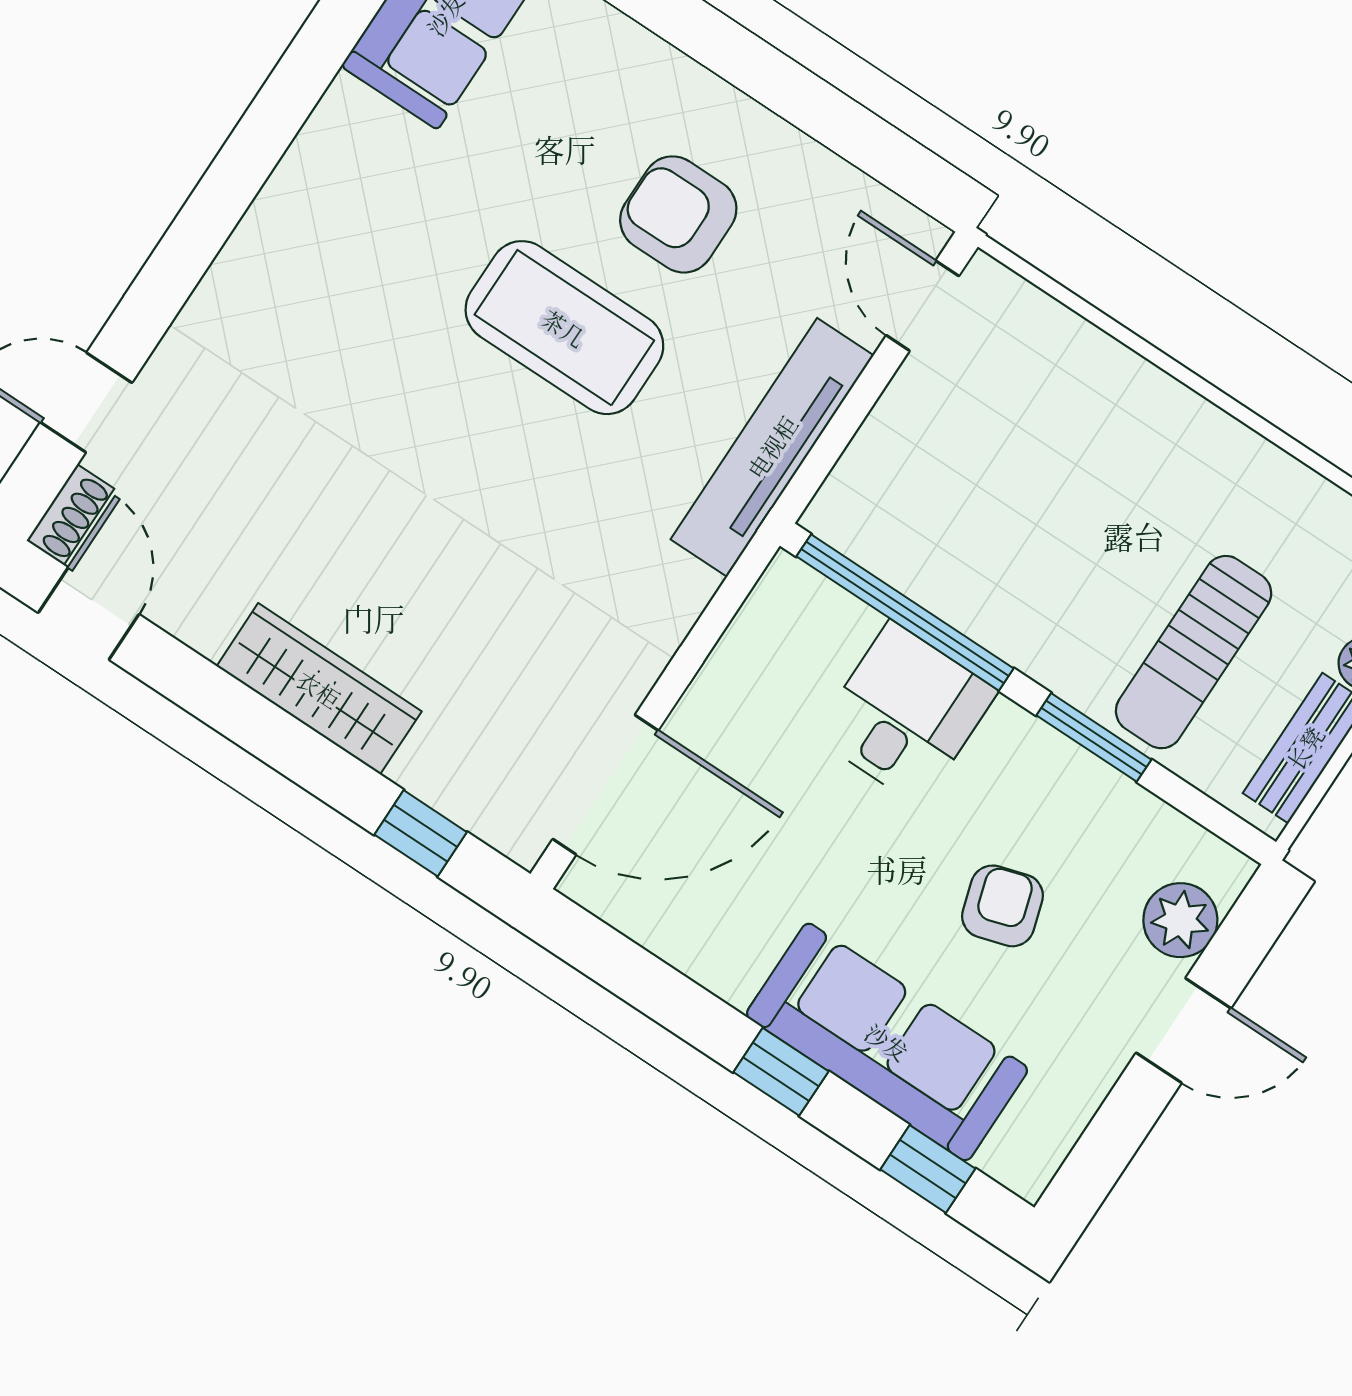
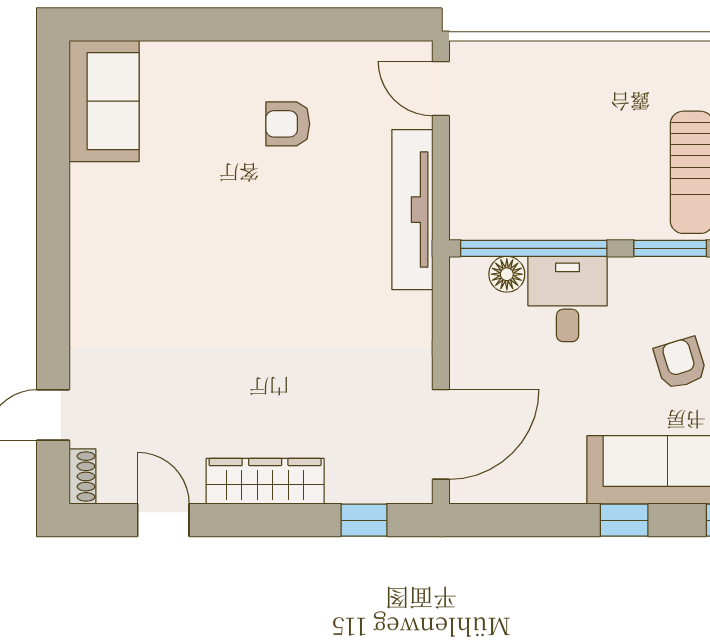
armchair: (678, 214) -> (288, 124), width x0.72, depth x0.72
coffee table: (564, 328) -> (268, 218), removed
door: (89, 614) -> (163, 520), moved
floor lamp: (844, 624) -> (507, 274), added

